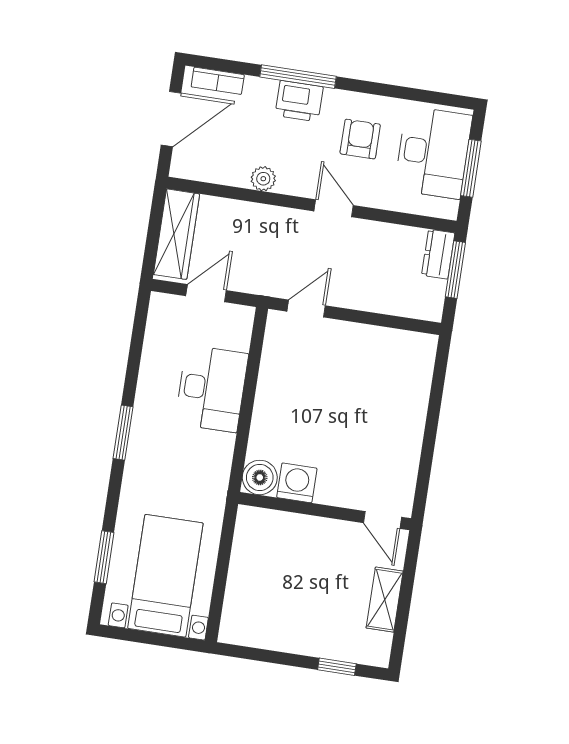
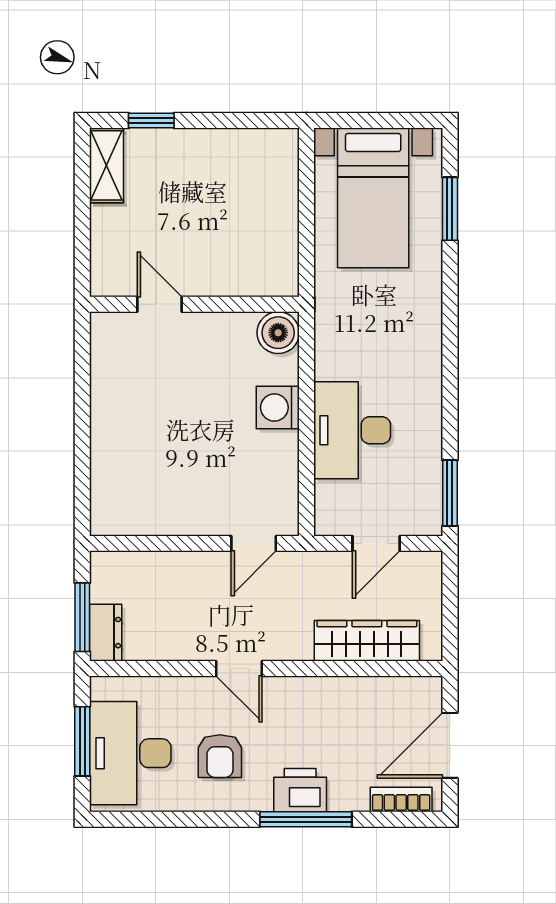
plant: (263, 179) -> (329, 691), removed
wardrobe: (177, 234) -> (367, 641), moved, turned 90
window: (123, 433) -> (450, 493), moved
washing machine: (297, 483) -> (278, 408), moved, turned 90
door: (382, 520) -> (160, 304), moved
shelving: (385, 600) -> (106, 165), moved

